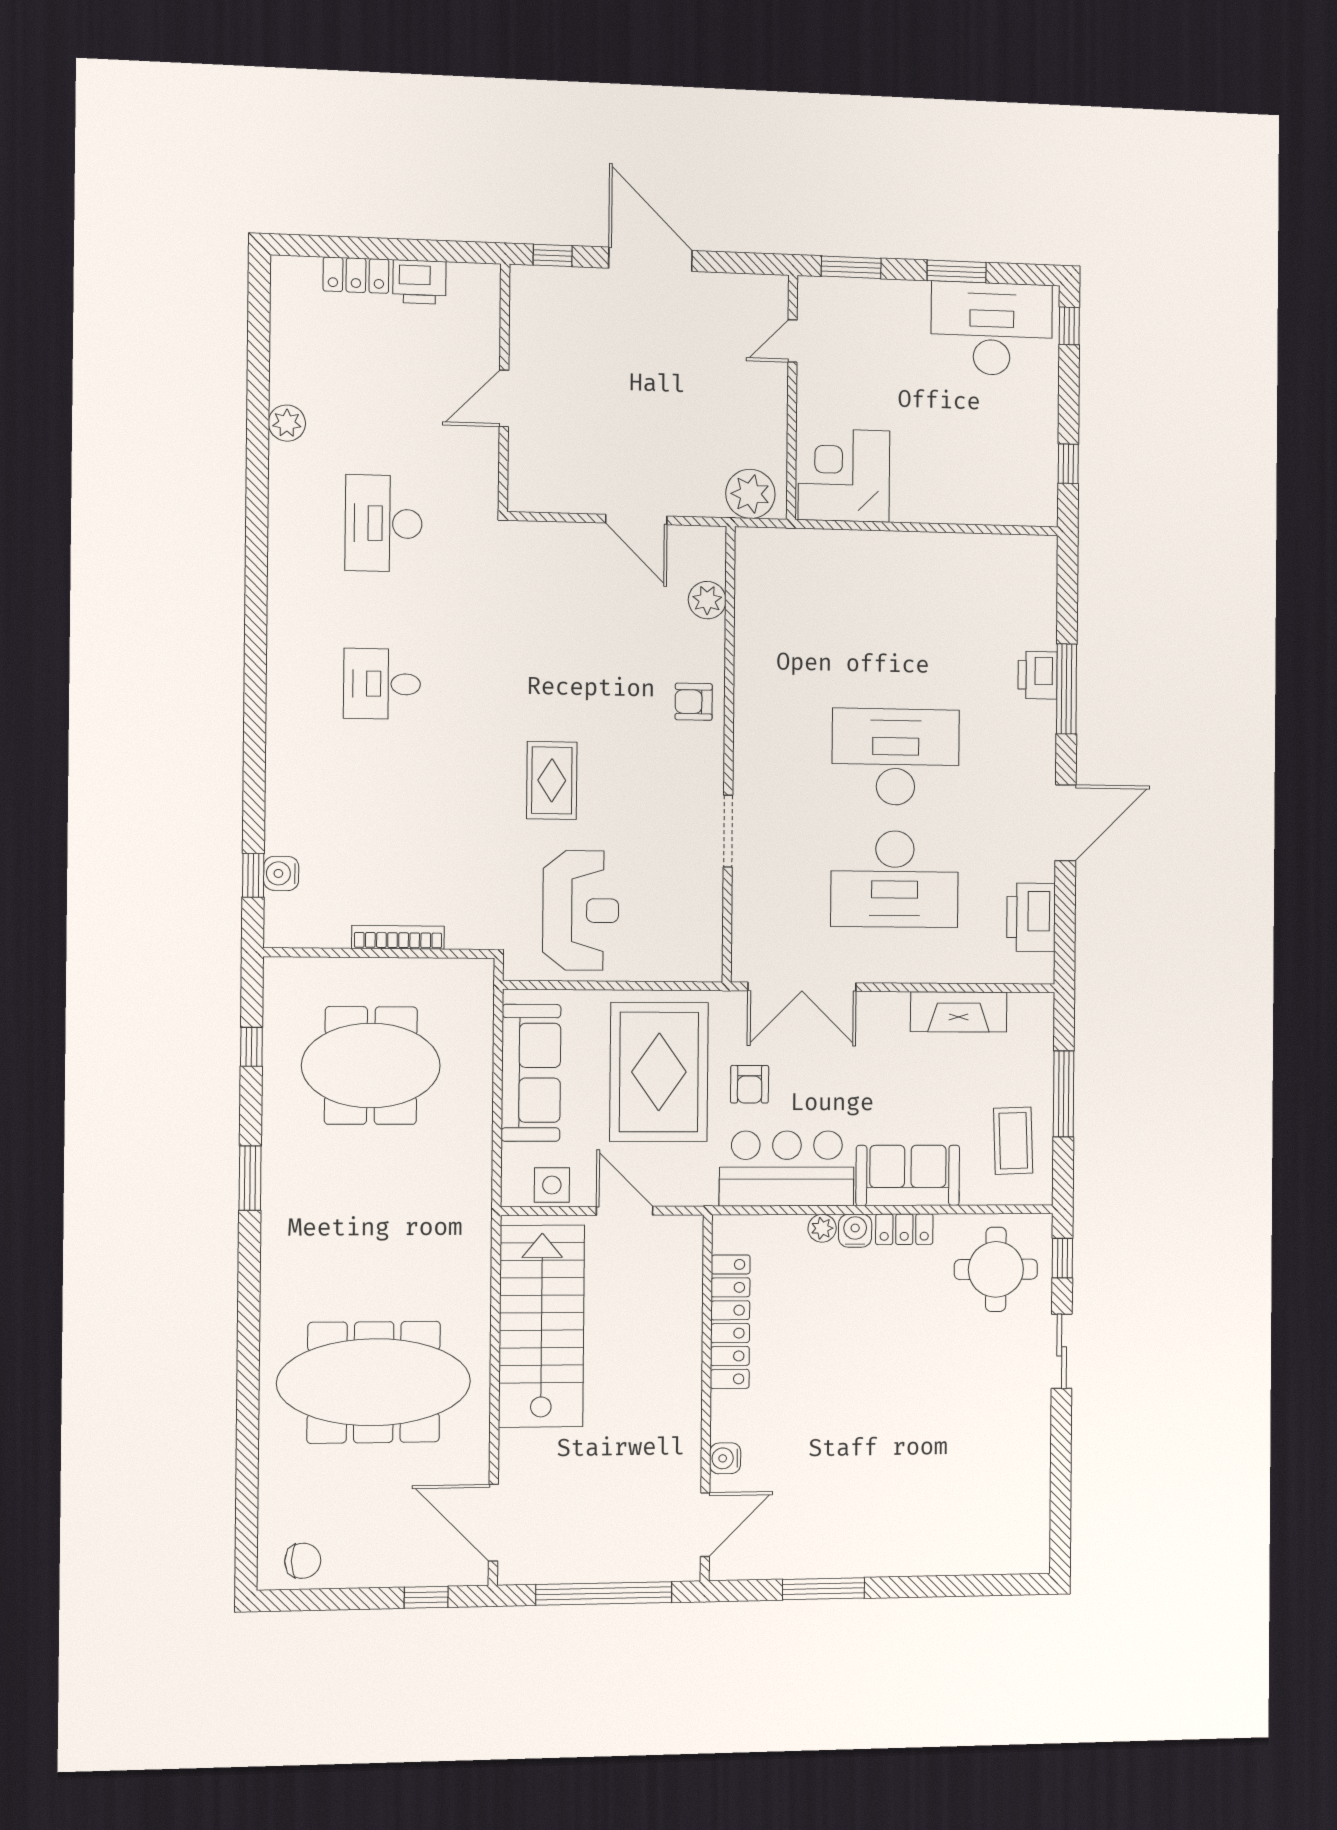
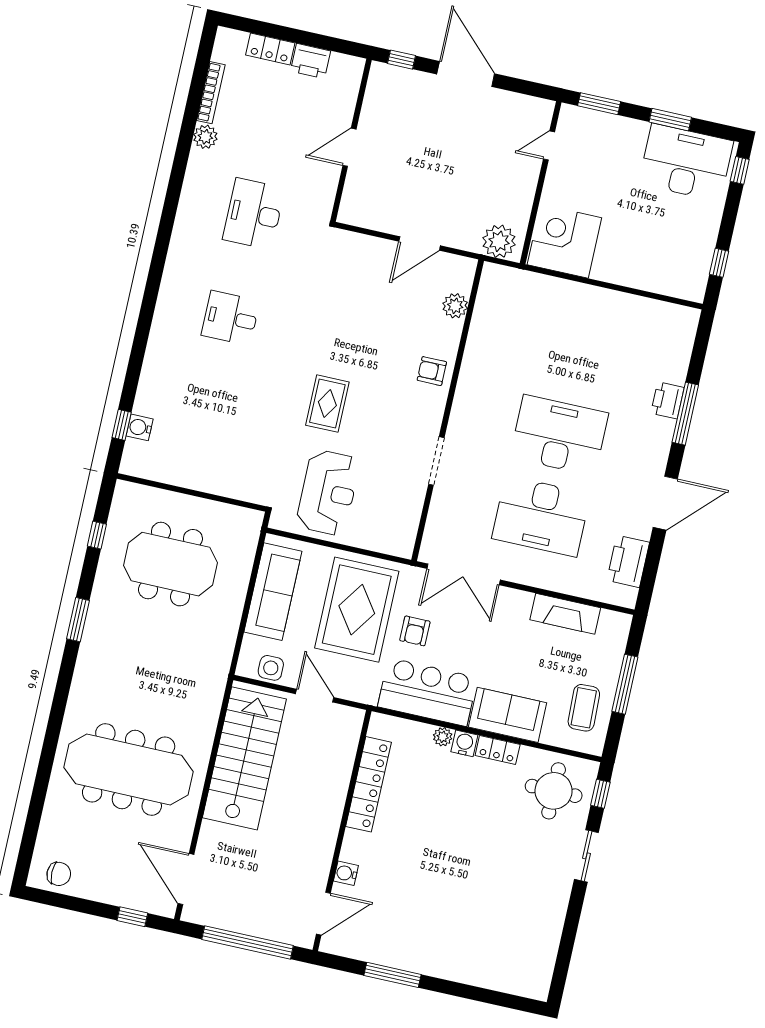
door: (636, 520) -> (420, 244), hinge flipped
bookcase: (398, 937) -> (211, 93), moved, turned 90

